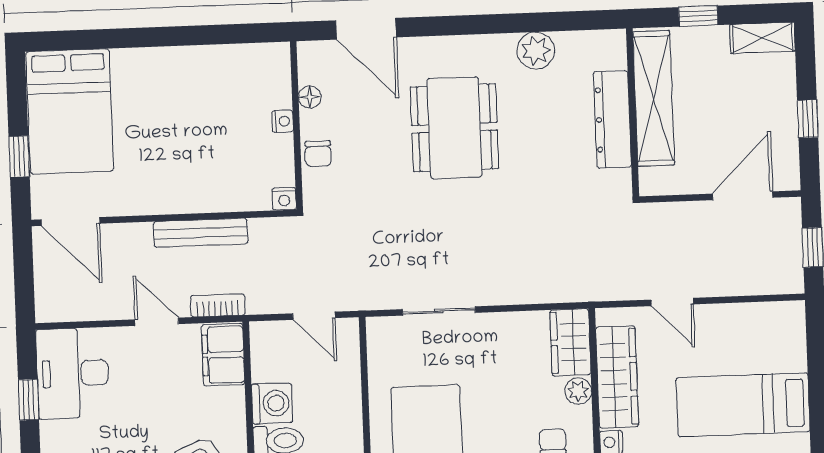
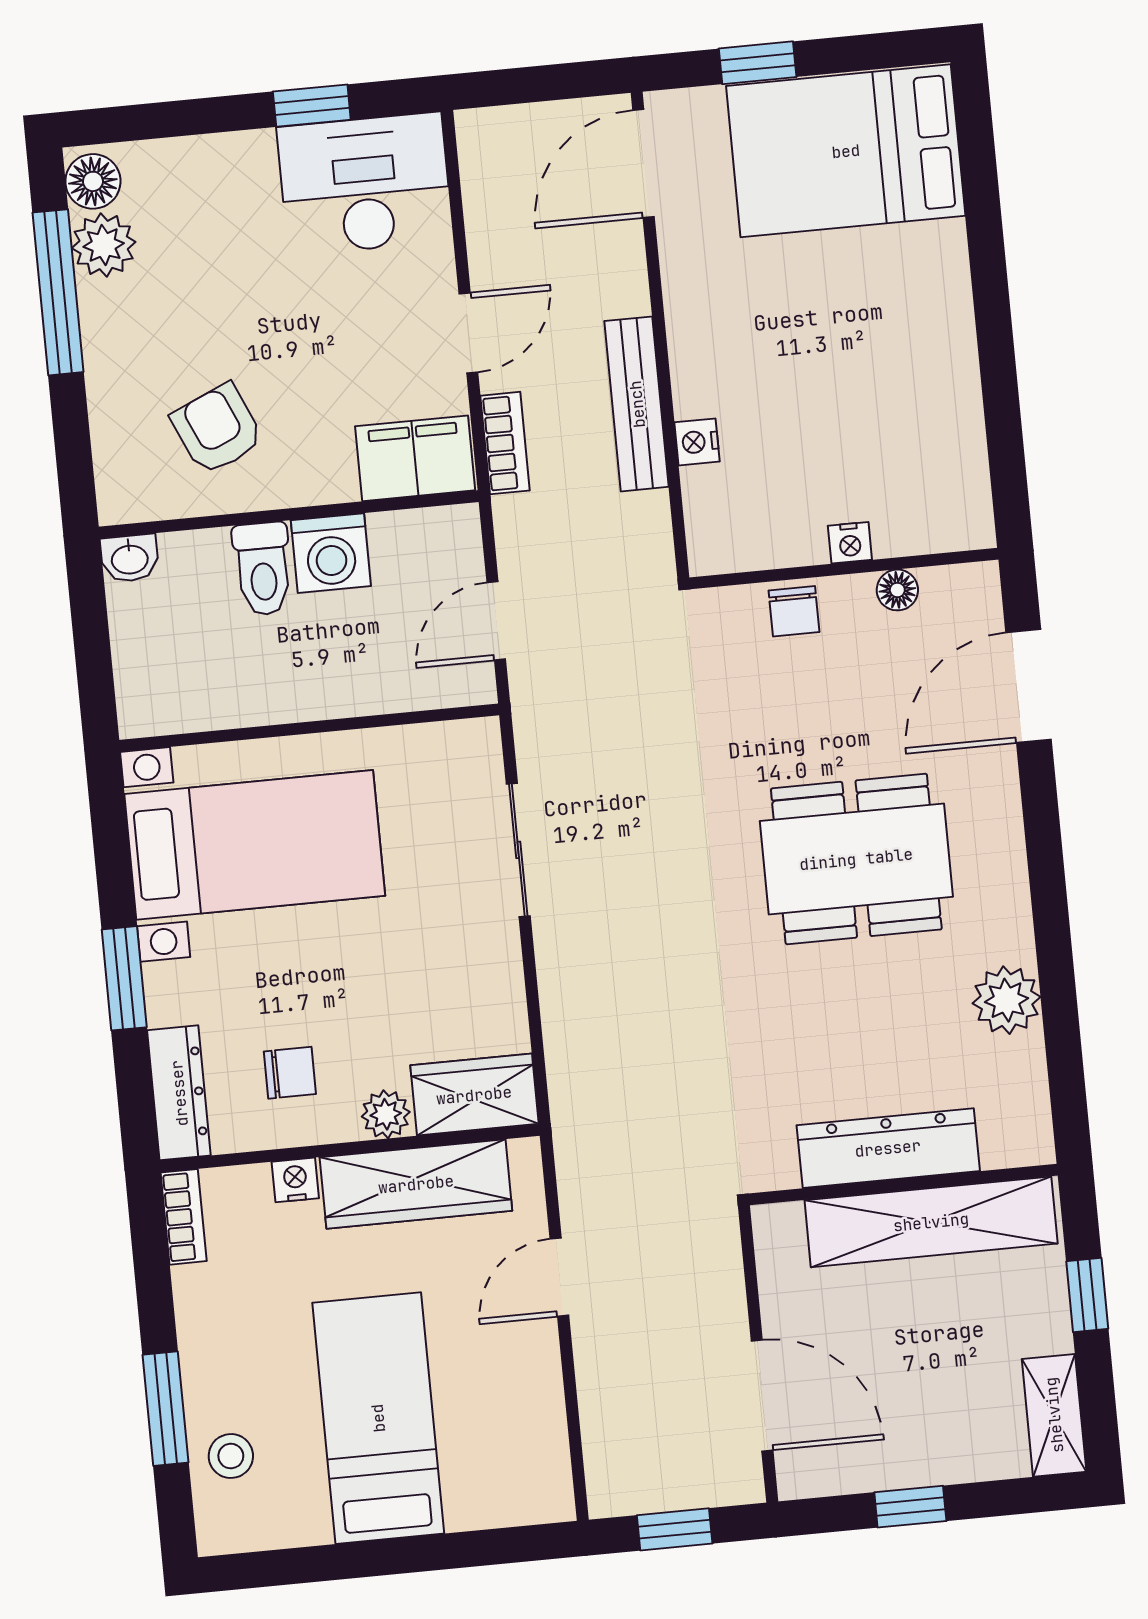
chair: (318, 154) -> (794, 611), turned -90
nightstand: (284, 199) -> (697, 442), moved

